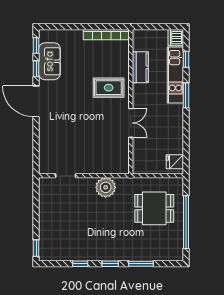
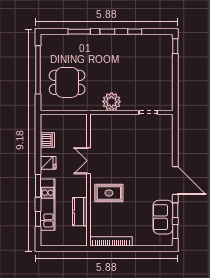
dishwasher: (176, 38) -> (47, 140), moved
fridge: (175, 162) -> (48, 163), moved

